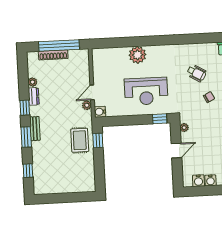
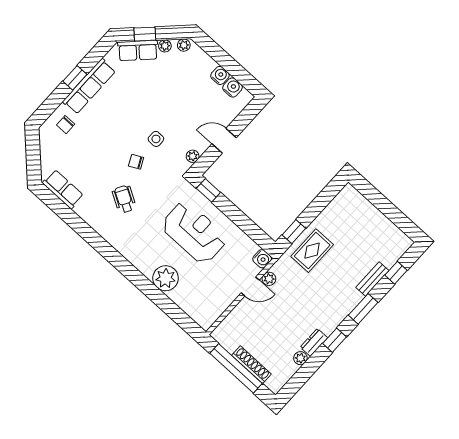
side table: (211, 118) -> (156, 139), added
bench: (35, 129) -> (372, 279), moved

